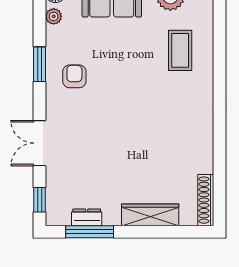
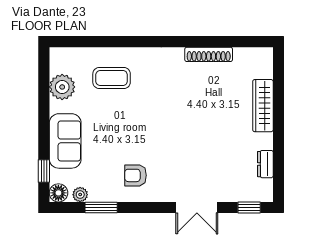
window: (40, 64) -> (101, 207), moved
shoe rack: (206, 200) -> (209, 54), moved
window: (90, 232) -> (279, 161), removed

